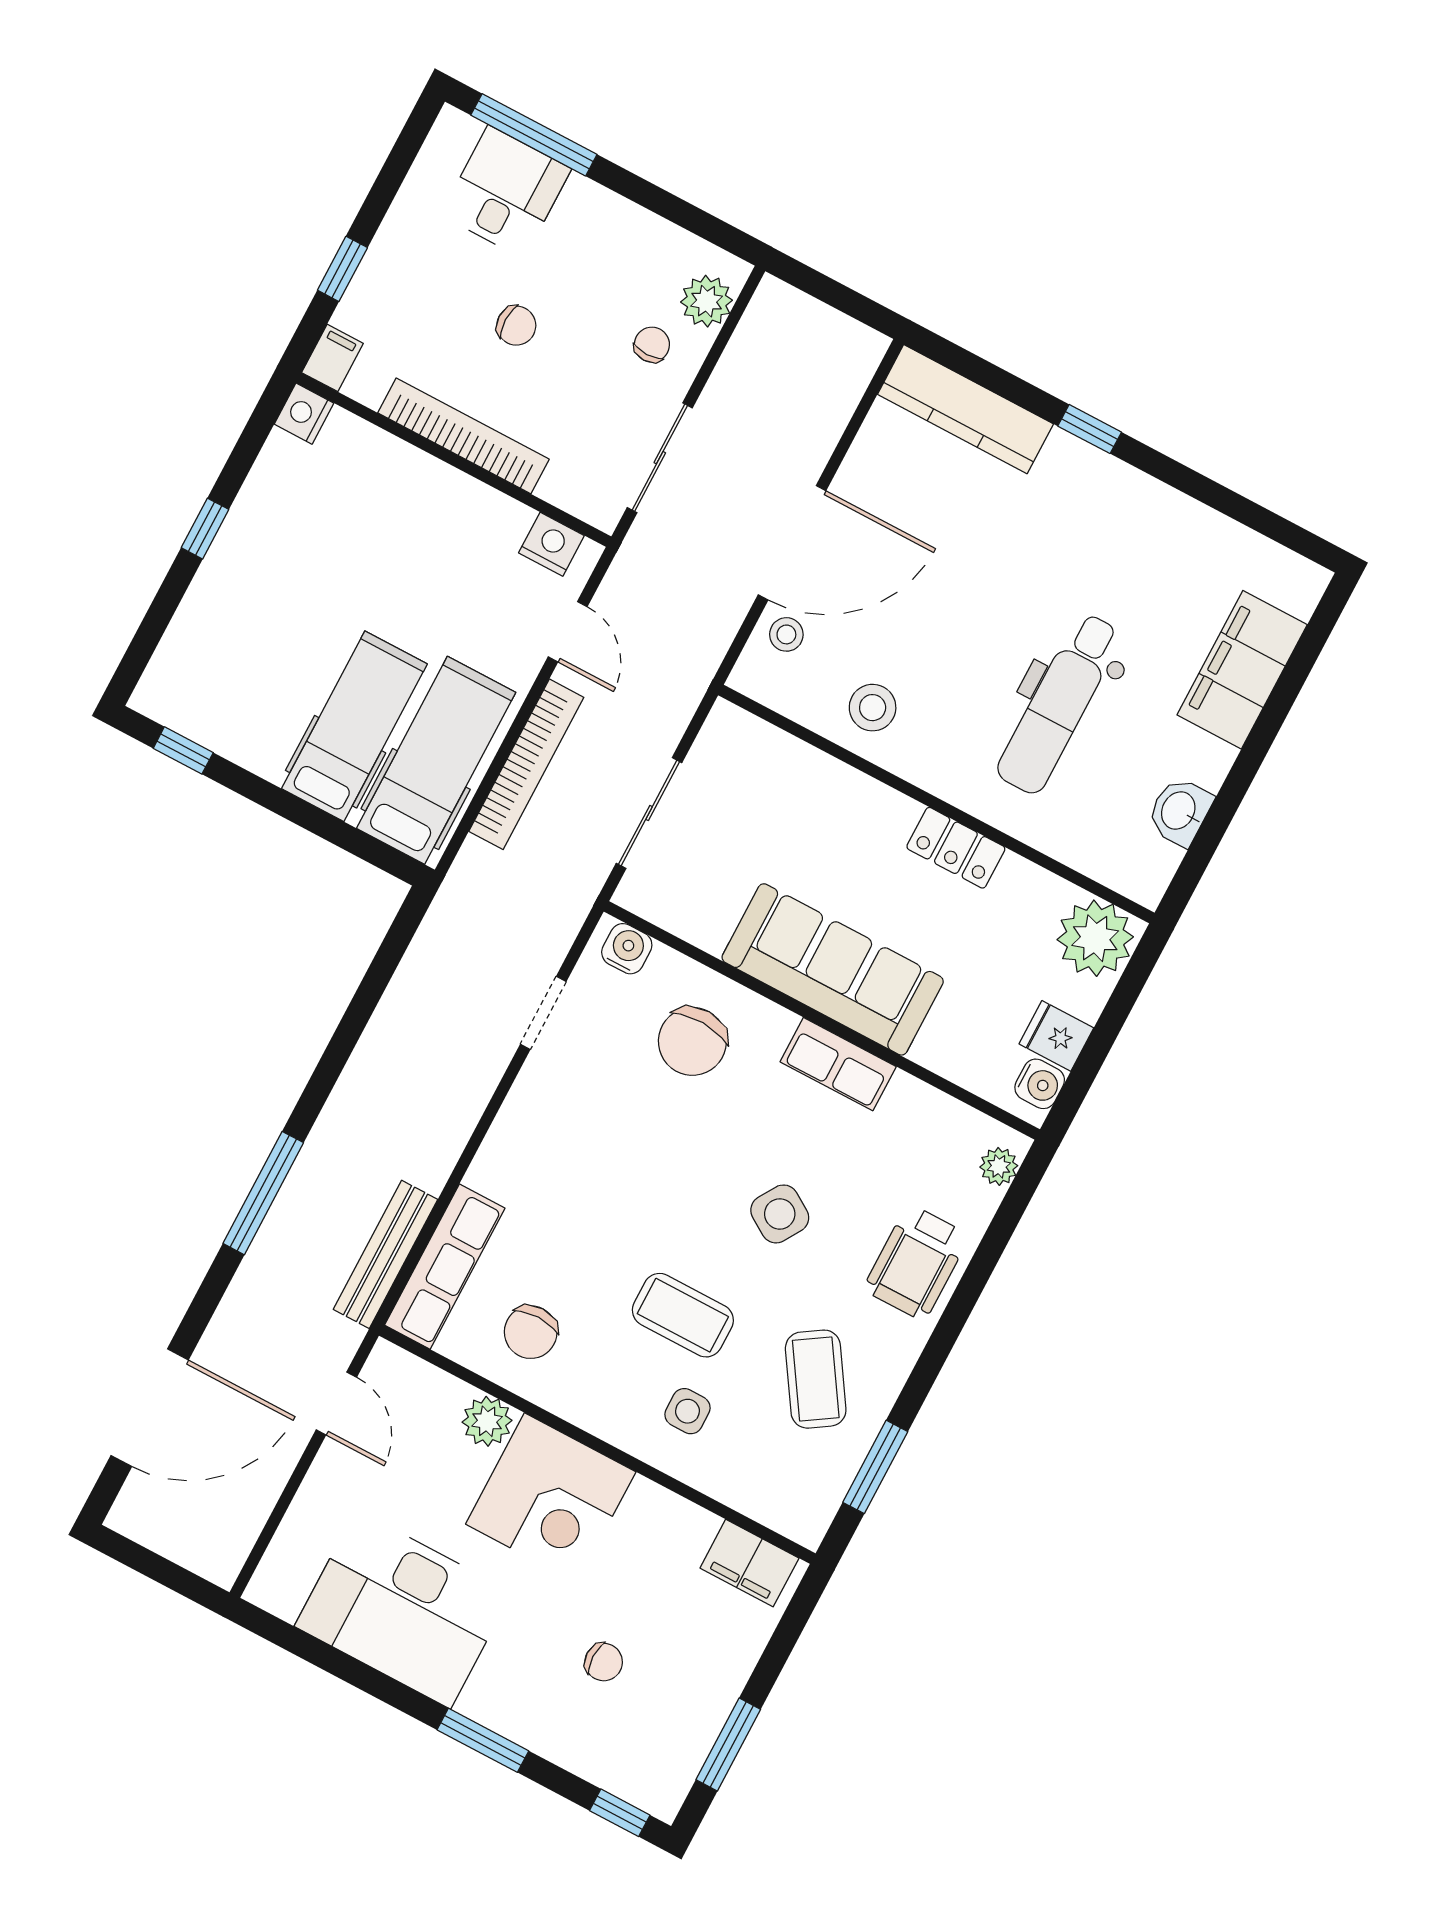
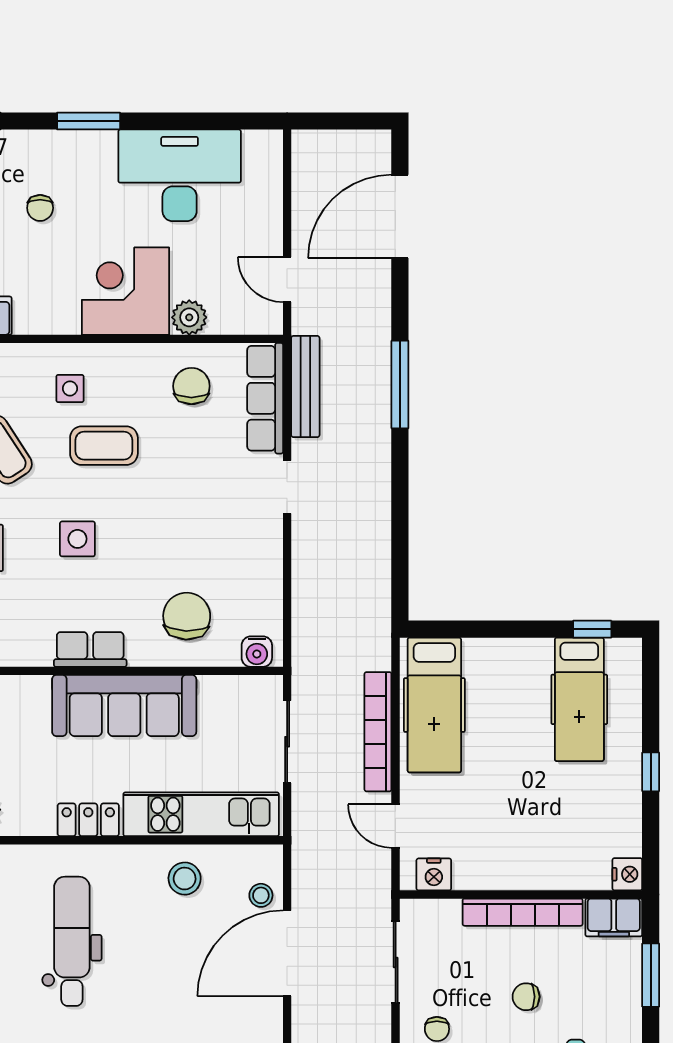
window: (342, 269) -> (651, 975), width x1.50
filing cabinet: (332, 358) -> (614, 917), width x2.00
hospital bed: (354, 726) -> (579, 699), moved
kitchen unit: (808, 778) -> (201, 814), added
doorway: (543, 1013) -> (287, 487), moved
side table: (780, 1214) -> (77, 539), turned -32
chair: (604, 1662) -> (40, 208), turned -90

